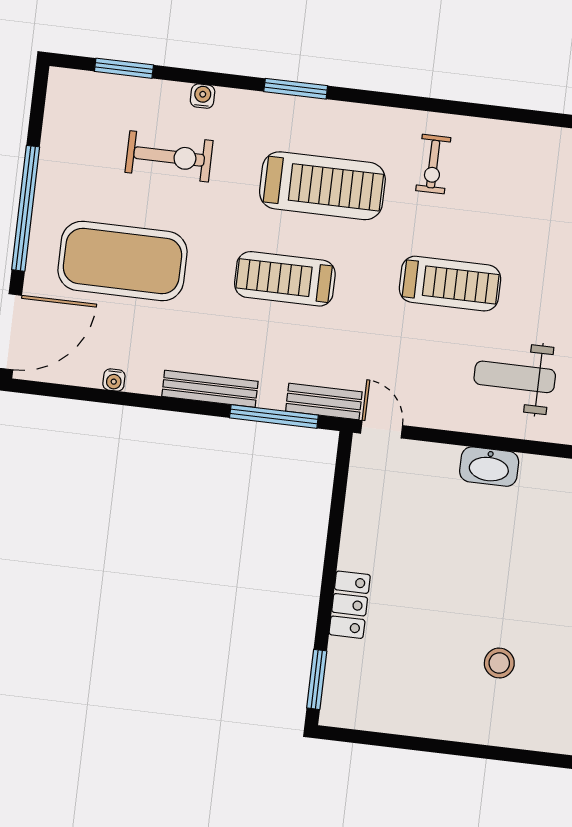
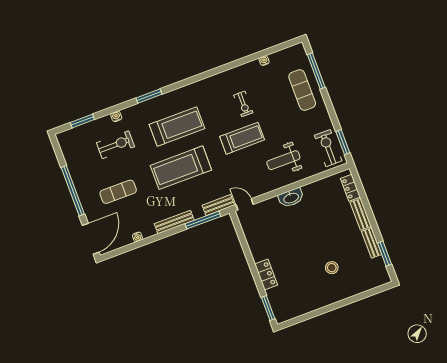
exercise bike: (433, 164) -> (243, 104), moved
exercise mat: (122, 261) -> (118, 192), width x0.50, depth x0.69
treadmill: (285, 279) -> (181, 168), width x1.37, depth x1.38

